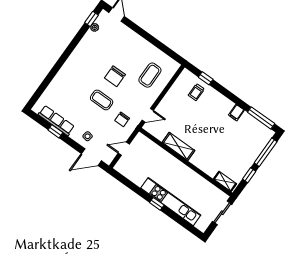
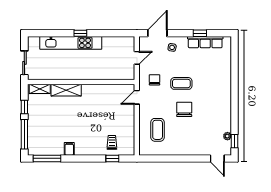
shelving: (179, 146) -> (66, 90), moved

